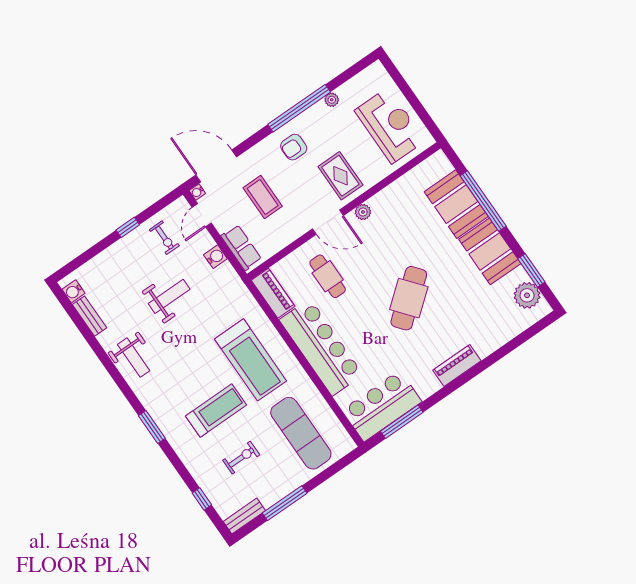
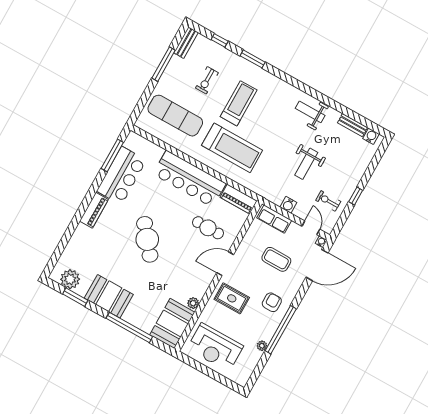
booth: (456, 204) -> (172, 323), moved, turned 90
plant: (363, 212) -> (193, 303), moved
treadmill: (251, 360) -> (232, 148), turned 180
bar counter: (382, 406) -> (121, 176), moved
treadmill: (216, 410) -> (239, 103), turned 180
window: (152, 427) -> (253, 59), moved

